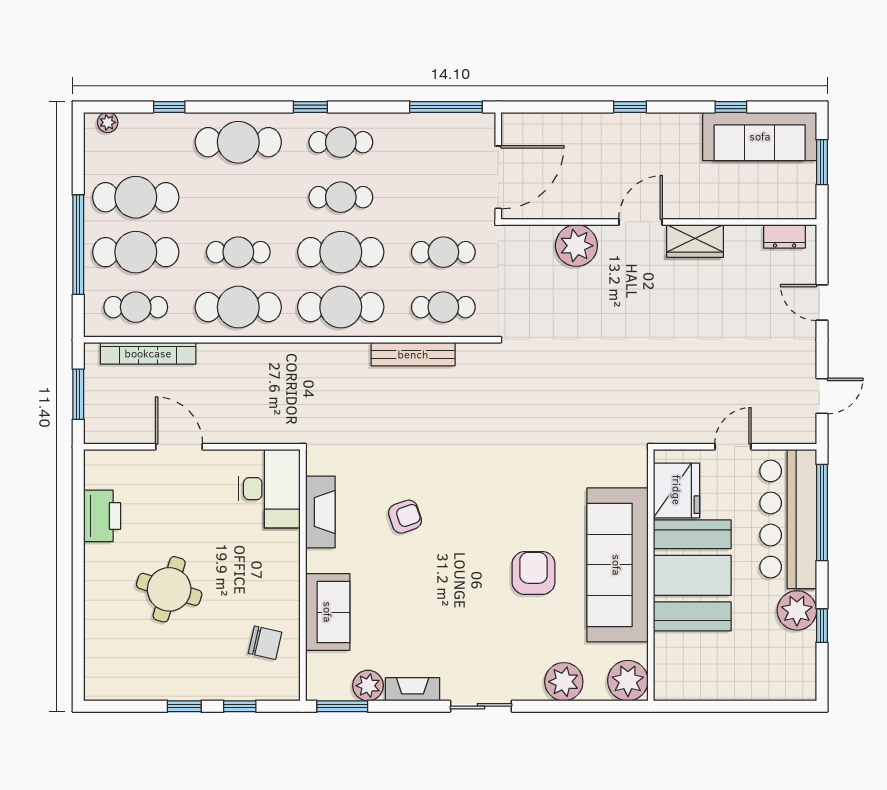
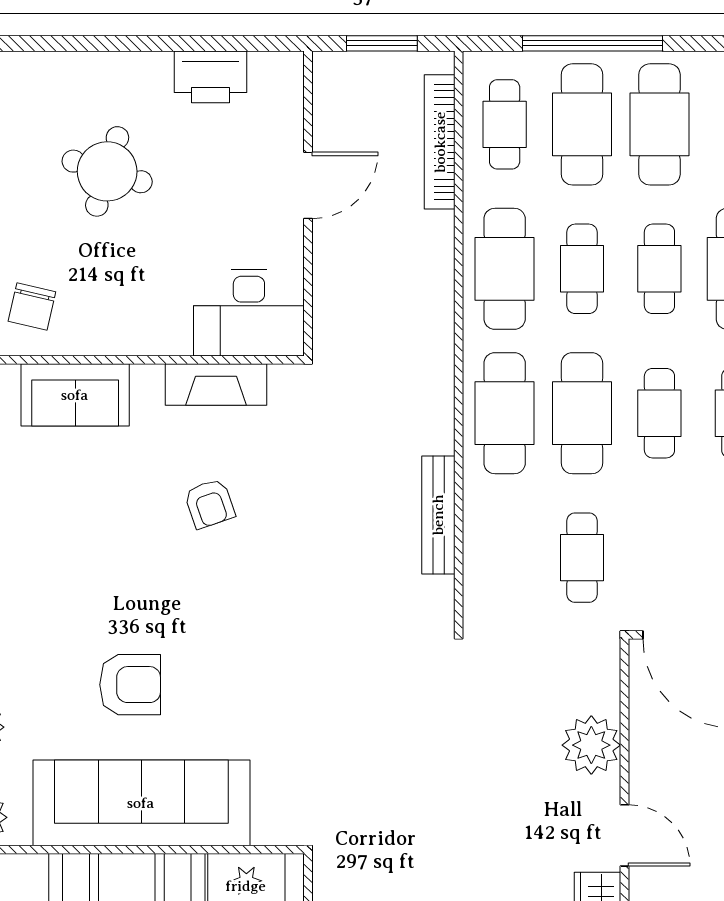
cafe table: (443, 307) -> (659, 269), moved

